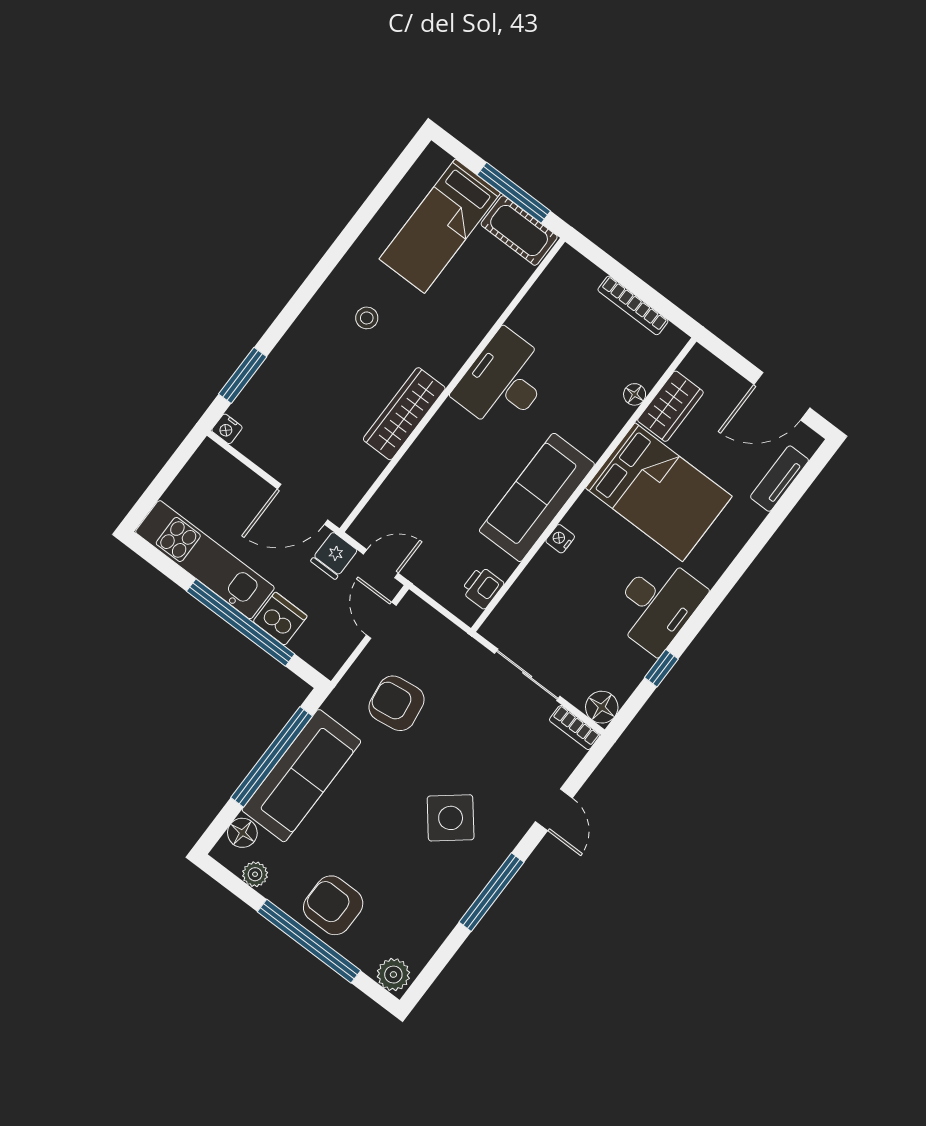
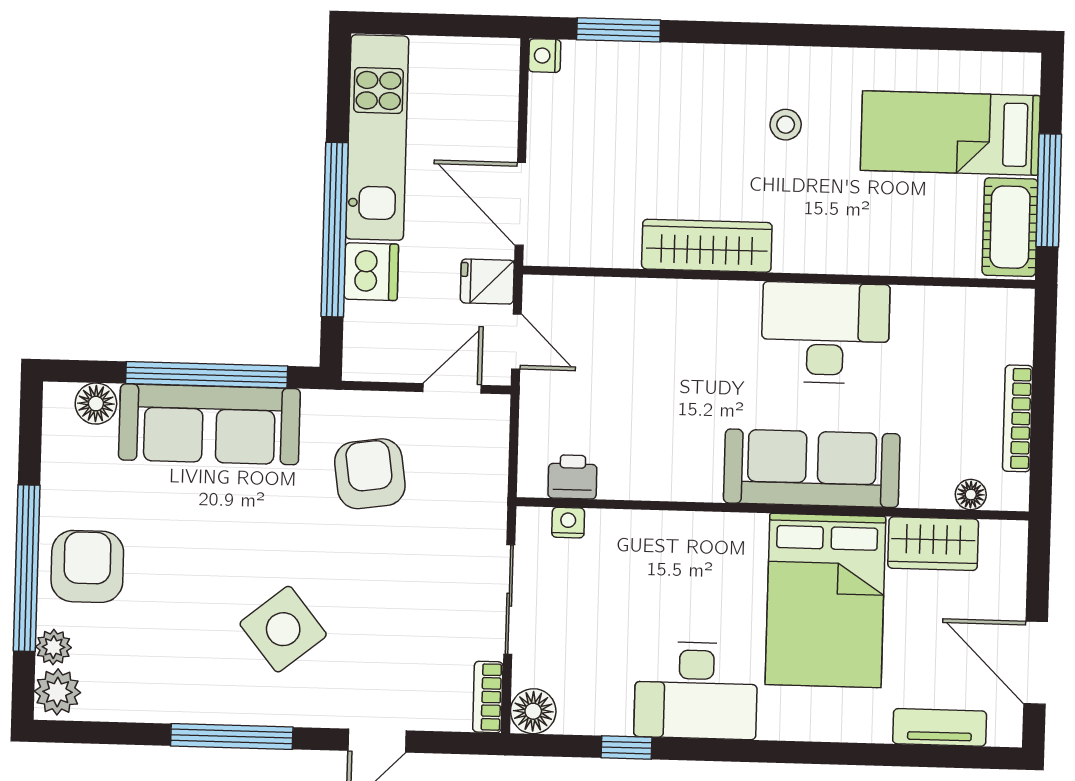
floor lamp: (635, 394) -> (971, 495), moved
sofa: (537, 497) -> (812, 468), moved
nightstand: (560, 539) -> (568, 523), moved
plant: (255, 874) -> (53, 647), moved

